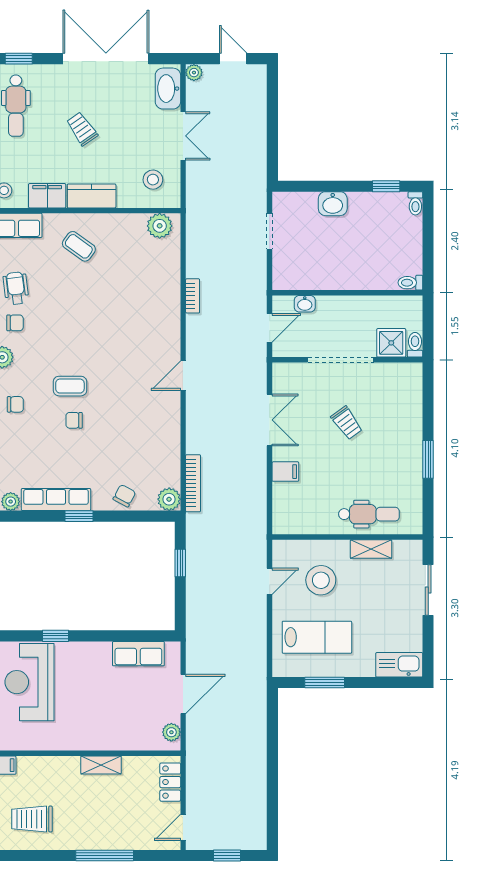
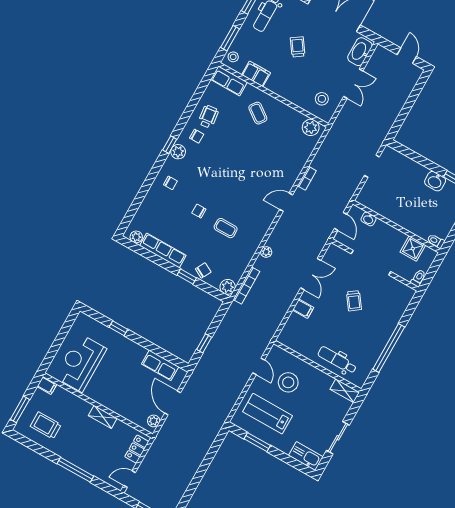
plant: (194, 73) -> (266, 252), moved
kitchen counter: (92, 196) -> (281, 88), removed
washbasin: (333, 204) -> (435, 181), moved
door: (270, 328) -> (341, 221), hinge flipped
shower: (391, 343) -> (413, 249), moved
door: (183, 376) -> (286, 202), moved
coffee table: (70, 386) -> (226, 228), moved
window: (428, 459) -> (389, 348), width x2.11
dental chair: (369, 514) -> (337, 360), turned 180
window: (79, 516) -> (187, 277), moved
shelving: (371, 549) -> (345, 391), moved
window: (180, 563) -> (204, 343), moved
door: (270, 581) -> (259, 366), hinge flipped
sliding door: (428, 590) -> (338, 438), moved
lab bench: (317, 637) -> (268, 414), turned 180
reception desk: (29, 682) -> (81, 363), moved
door: (183, 694) -> (173, 403), swing flipped

